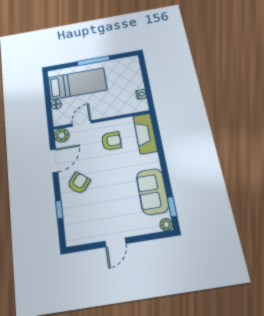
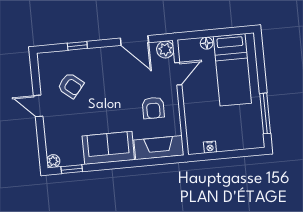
window: (93, 61) -> (265, 113), moved
door: (82, 124) -> (178, 74), hinge flipped
armchair: (79, 183) -> (71, 86), moved
sofa: (152, 191) -> (108, 148), moved

